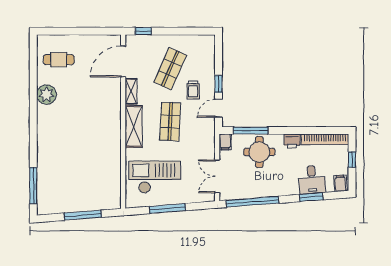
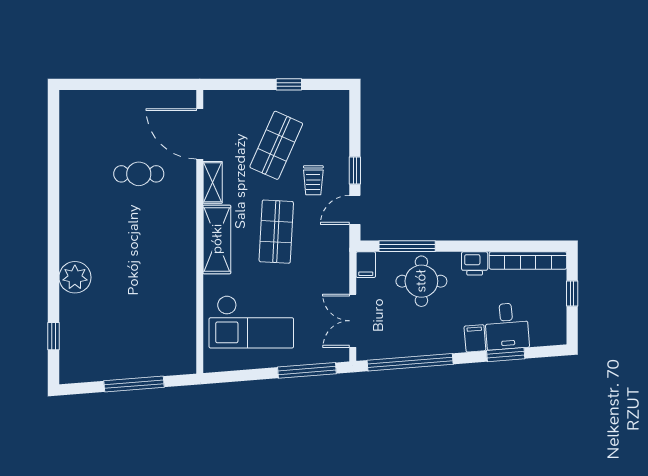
window: (143, 31) -> (289, 84), moved
cafe table: (59, 60) -> (139, 174), moved
door: (123, 61) -> (200, 134), hinge flipped
plant: (47, 95) -> (75, 277), moved
checkout: (155, 177) -> (251, 322), turned 180
filing cabinet: (340, 183) -> (475, 338), moved
window: (33, 186) -> (53, 336), width x0.46
window: (167, 208) -> (307, 370), moved

